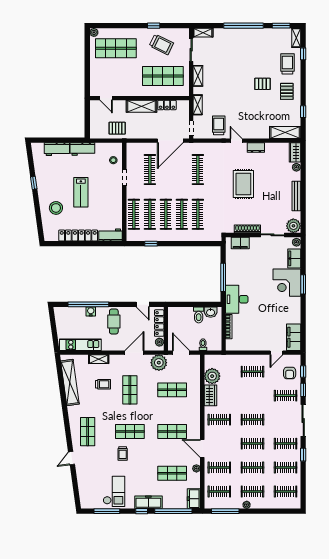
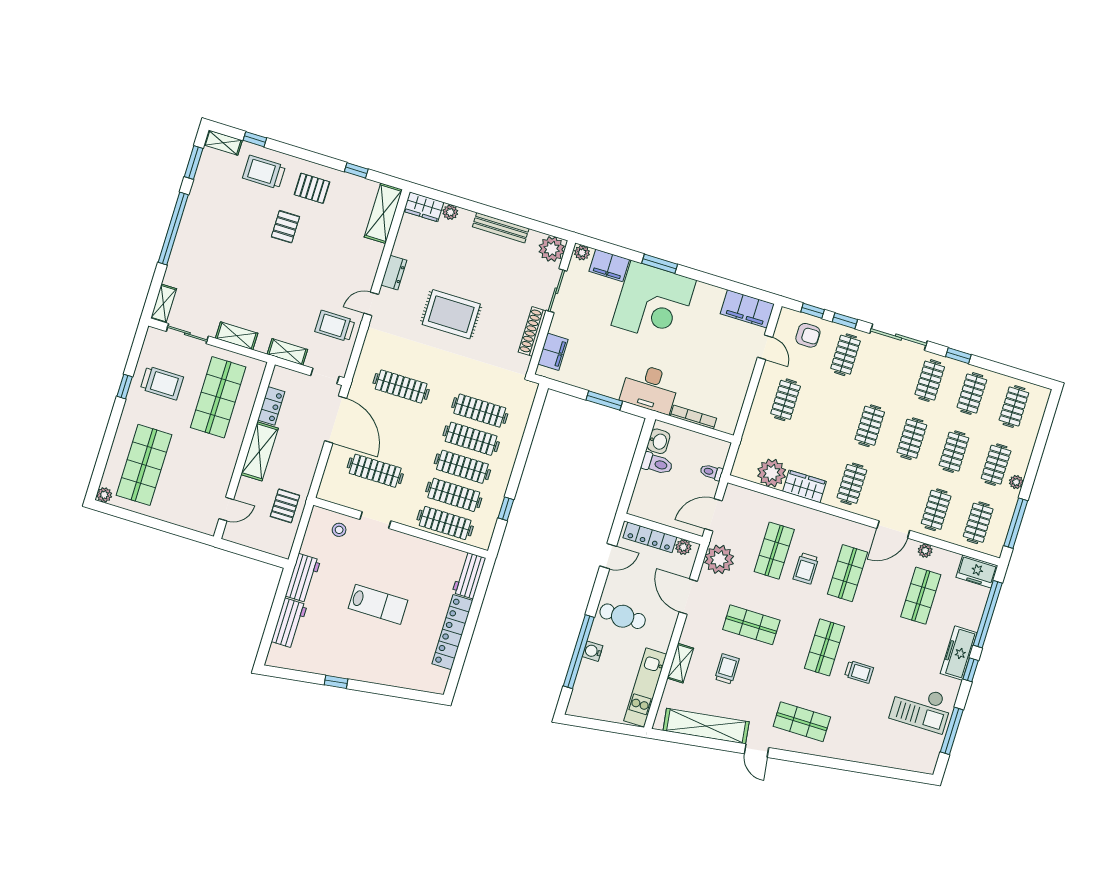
trolley: (161, 44) -> (162, 383), turned 64
stool: (56, 208) -> (392, 656), removed
window: (223, 277) -> (604, 401), width x0.69
corner desk: (287, 283) -> (654, 303), width x1.36, depth x1.36
trolley: (168, 409) -> (806, 568), added
door: (71, 458) -> (756, 751), moved
checkout: (114, 491) -> (921, 708), turned 180

